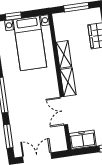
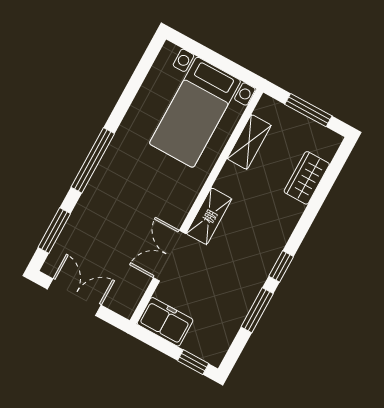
window: (13, 16) -> (201, 51), removed
shelving: (64, 54) -> (249, 142), moved

